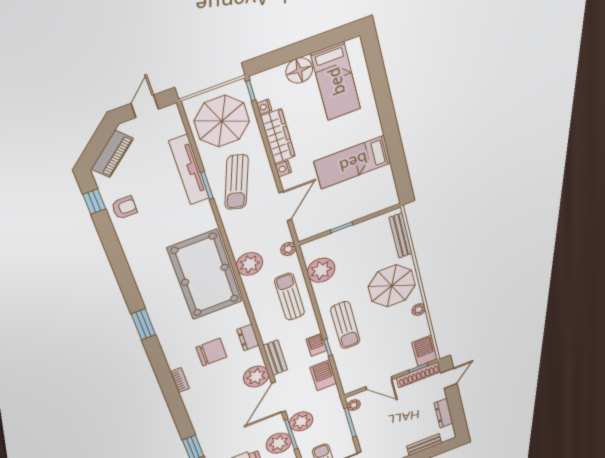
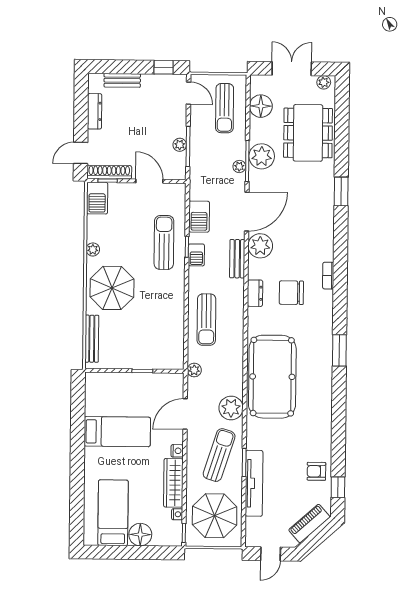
plant: (250, 264) -> (231, 408), moved
plant: (321, 270) -> (171, 335), removed
sun lounger: (345, 325) -> (164, 242), moved
plant: (354, 405) -> (180, 145), moved
plant: (301, 421) -> (239, 167), width x0.53, depth x0.53

